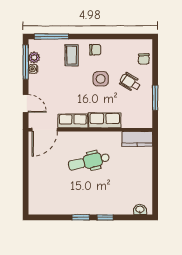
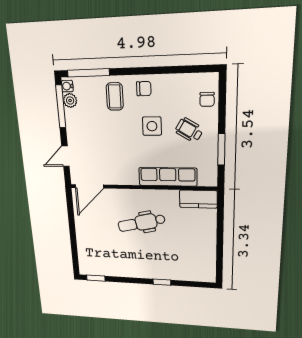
water cooler: (33, 69) -> (67, 86), moved
door: (26, 103) -> (65, 156), swing flipped
row of seats: (105, 120) -> (168, 177), width x1.48
row of seats: (73, 121) -> (121, 177), removed
washbasin: (140, 210) -> (202, 276), removed
window: (81, 217) -> (96, 278), moved

